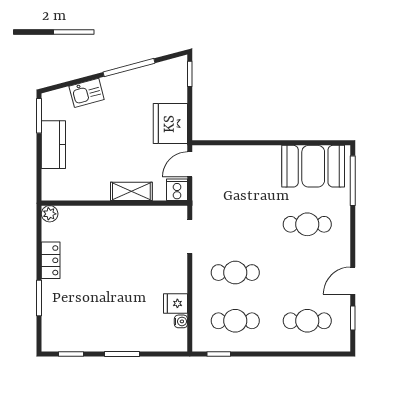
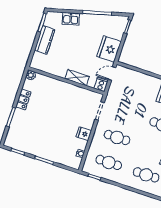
fridge: (176, 303) -> (84, 134), moved

